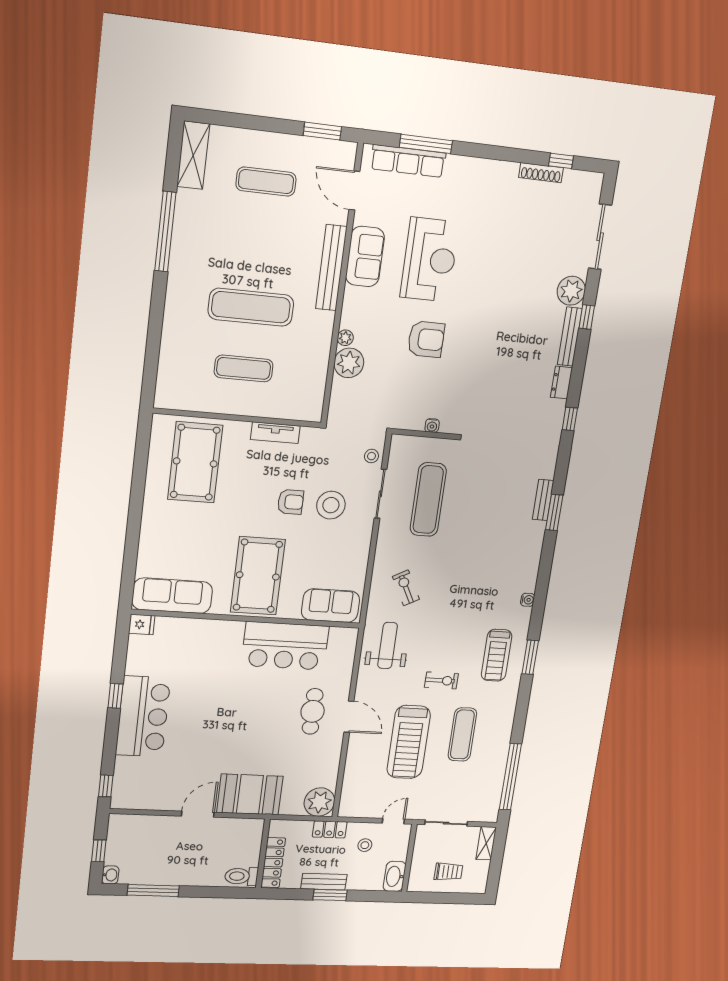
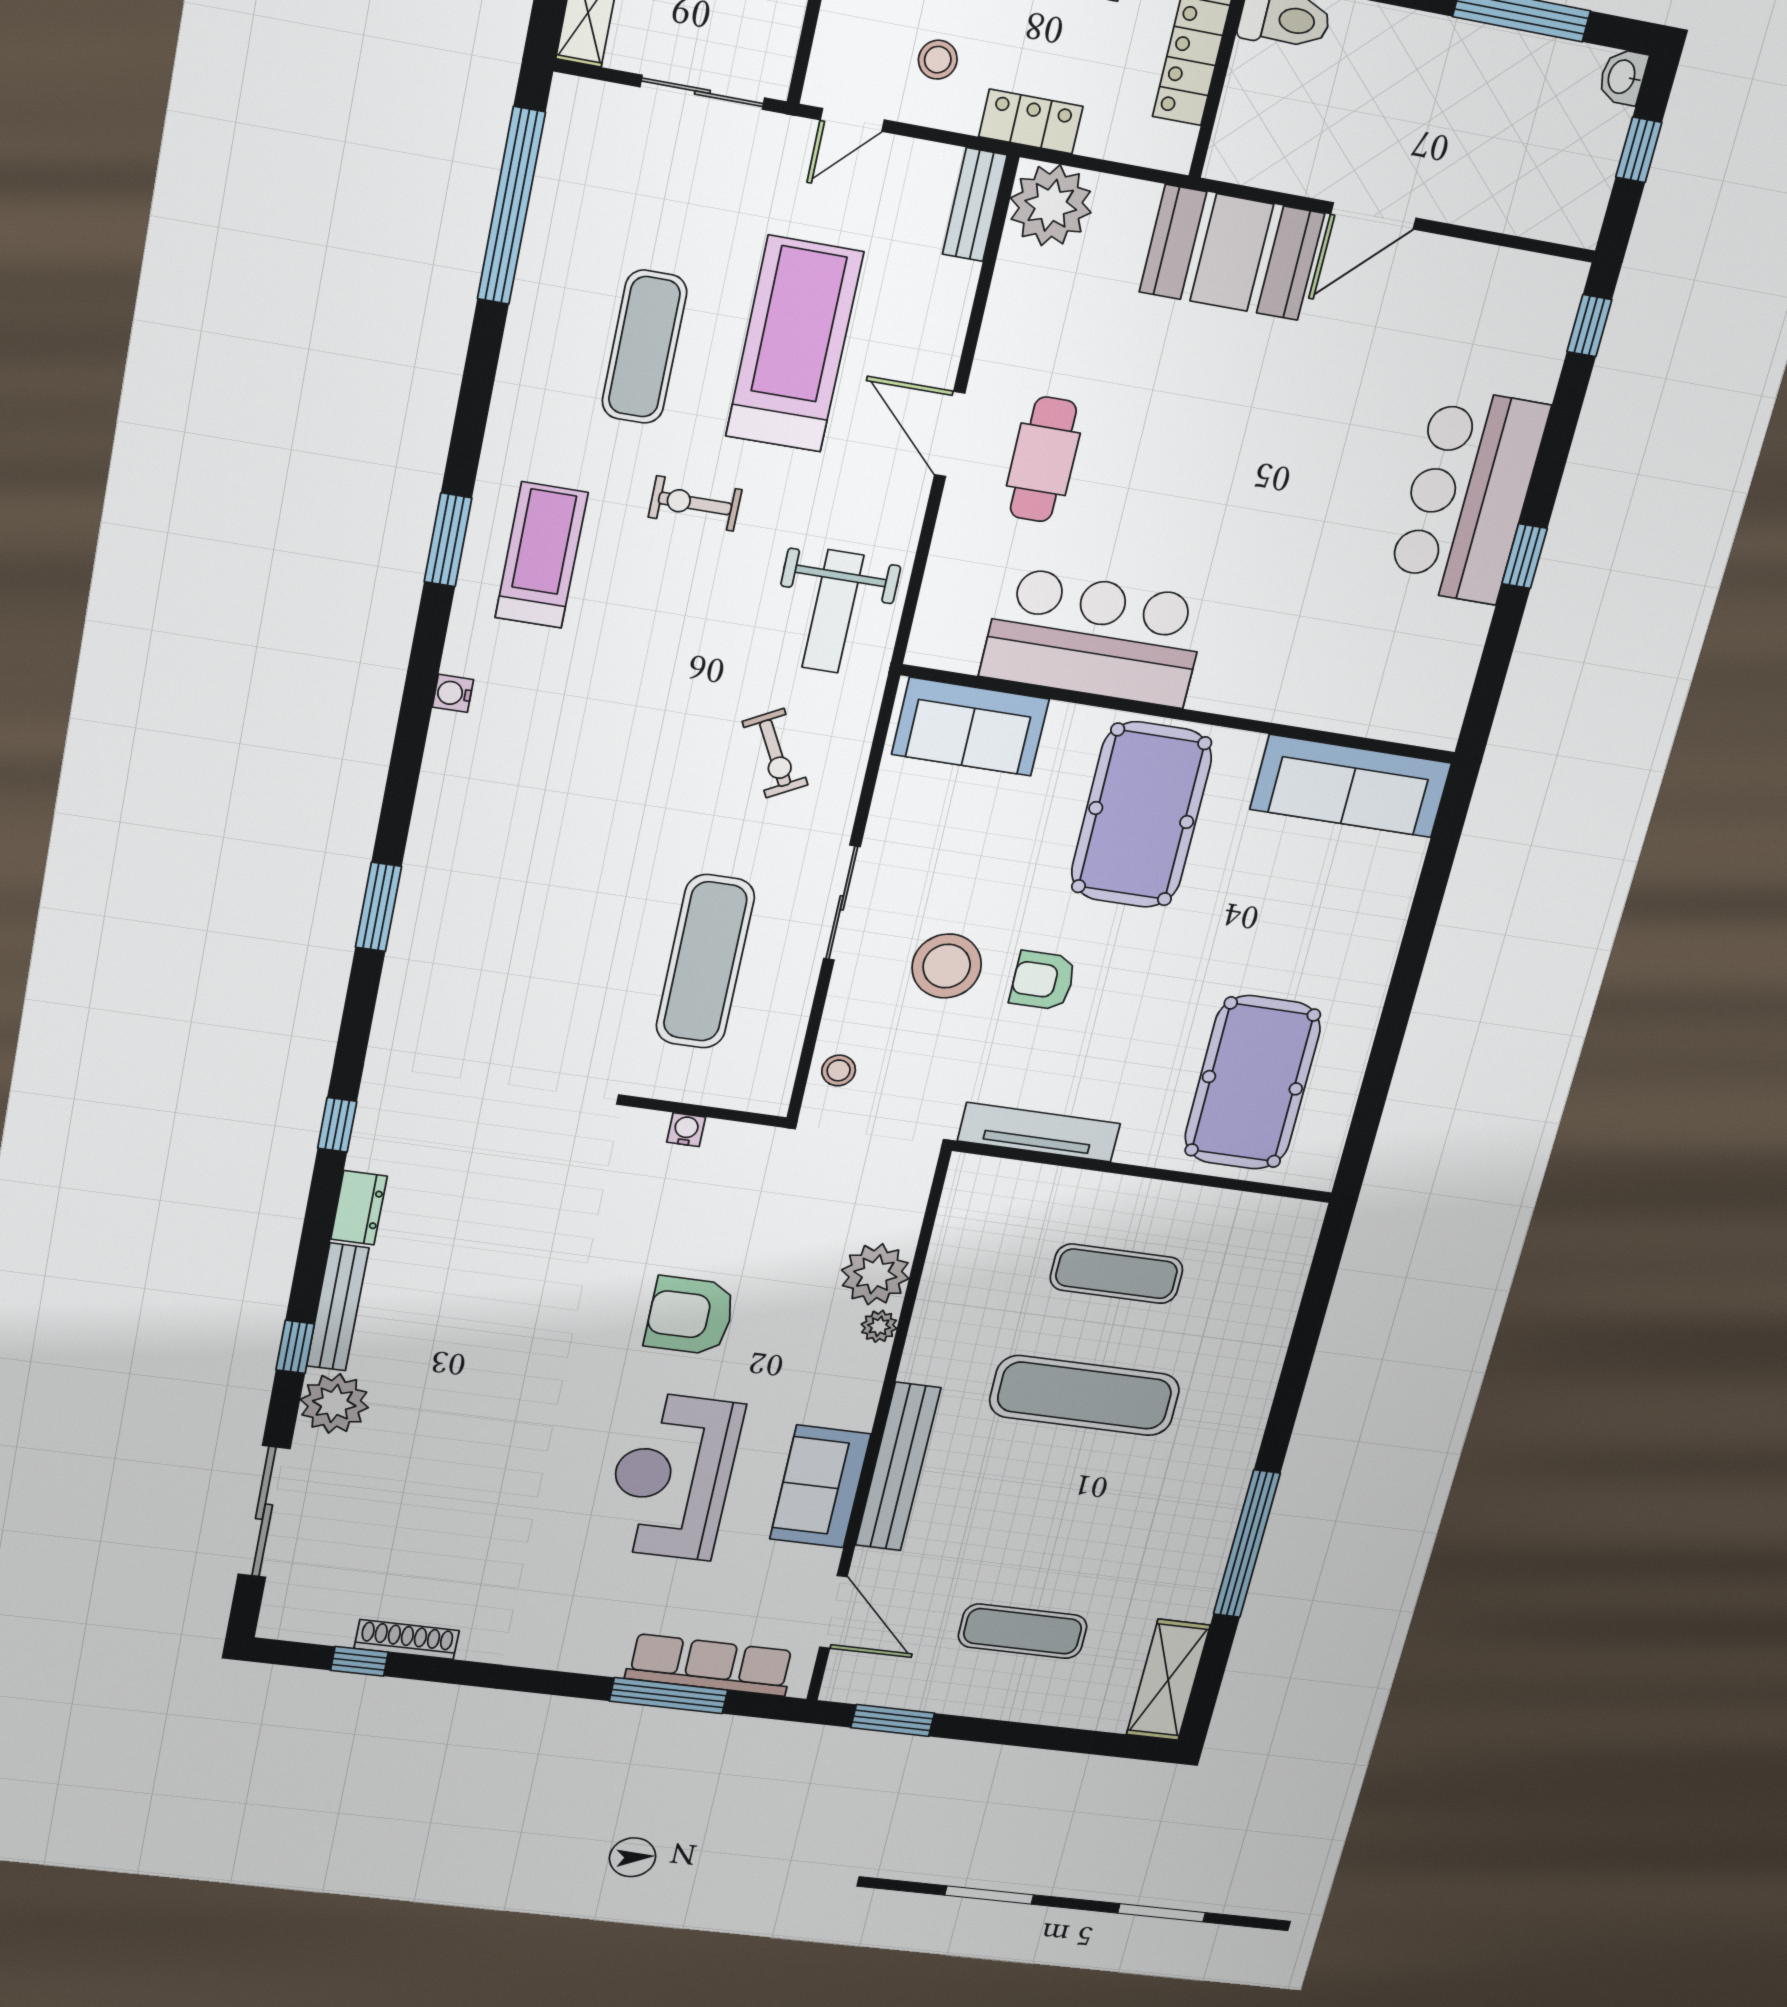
tv unit: (275, 433) -> (1039, 1132), width x1.41
sliding door: (380, 494) -> (842, 903), moved
bench: (543, 500) -> (975, 205), moved
fridge: (142, 624) -> (1433, 725), removed

